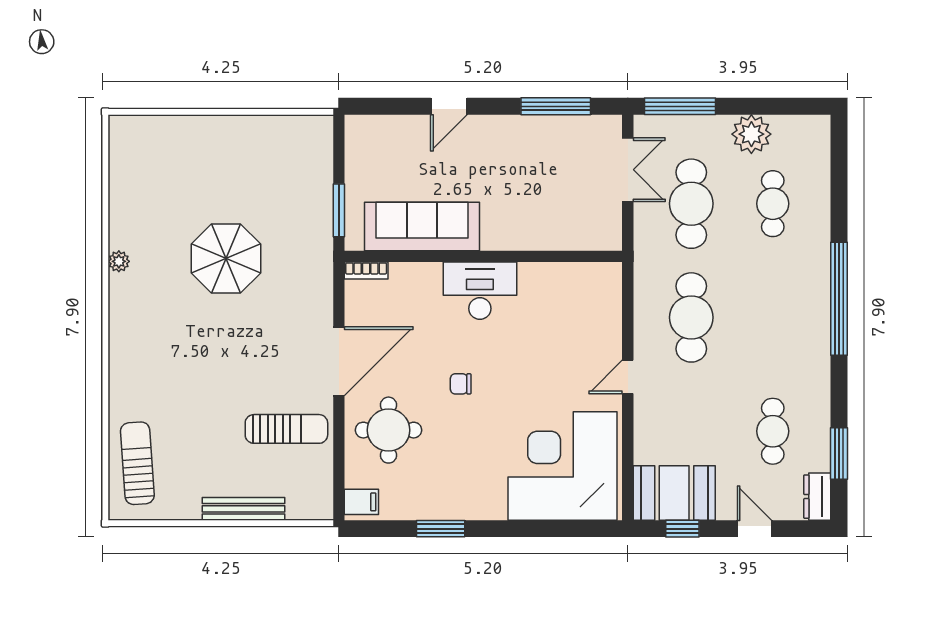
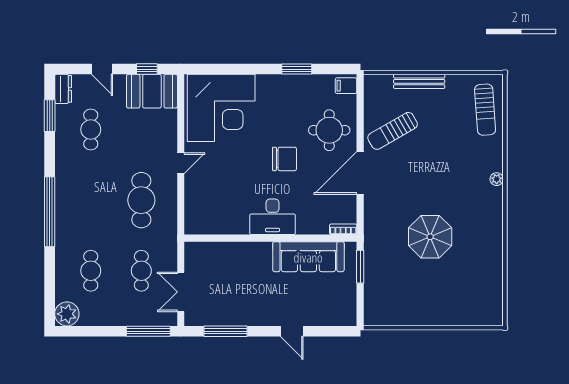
door: (449, 106) -> (292, 331), swing flipped
plant: (751, 134) -> (67, 314), moved
cafe table: (691, 204) -> (141, 271), width x0.73, depth x0.74
plant: (119, 261) -> (497, 179), moved
chair: (461, 384) -> (284, 159), width x1.87, depth x1.87
sun lounger: (286, 429) -> (393, 131), turned -30

